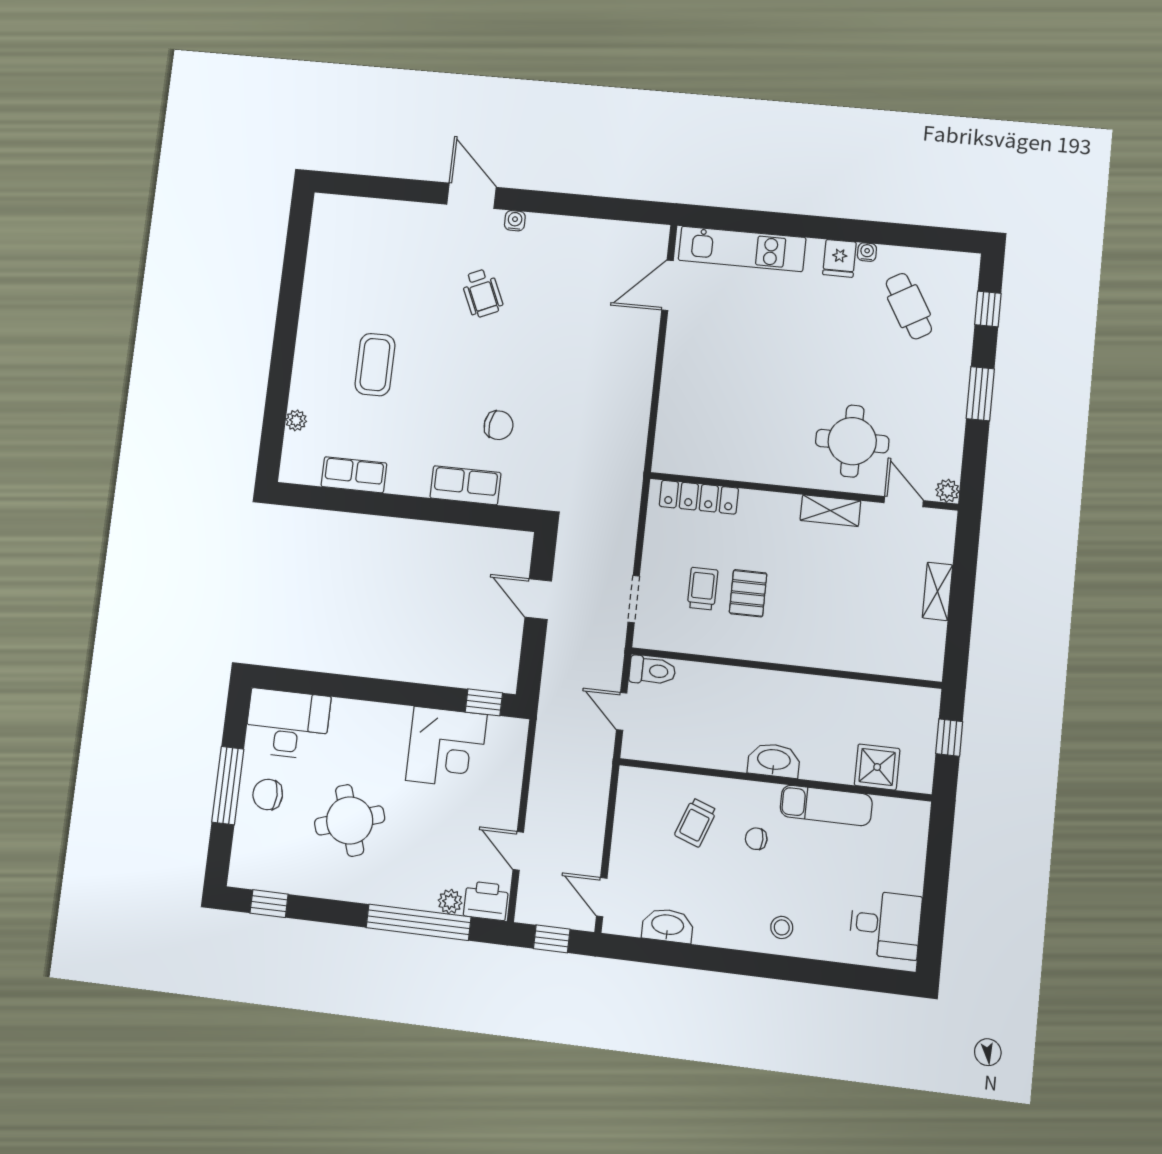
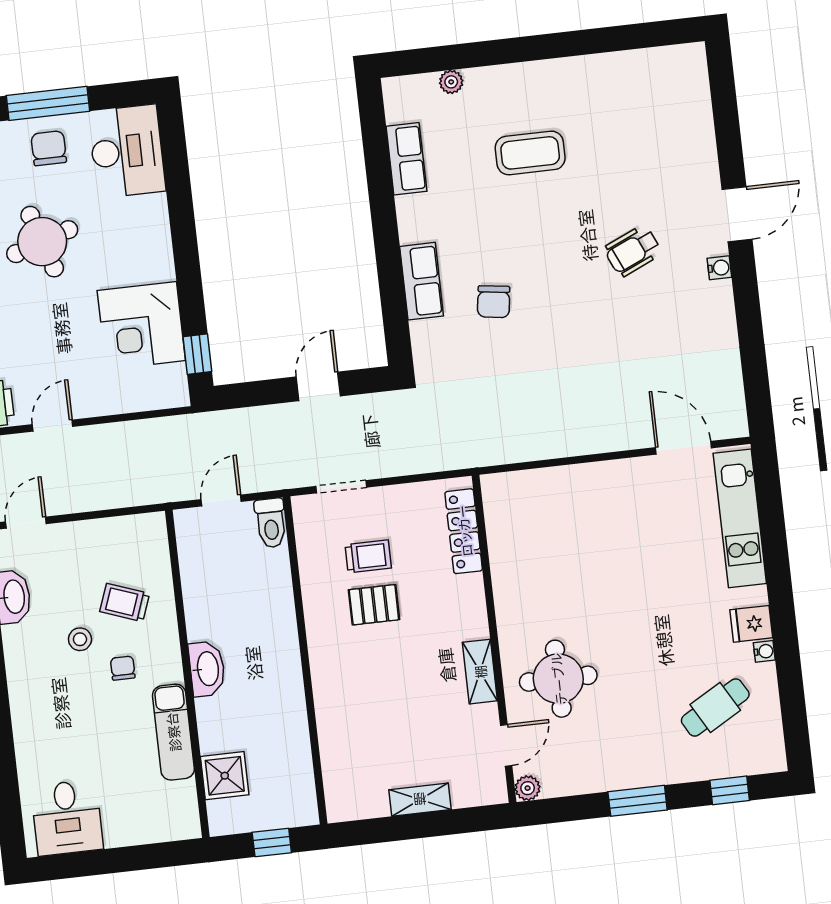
stool: (782, 927) -> (80, 639), moved

